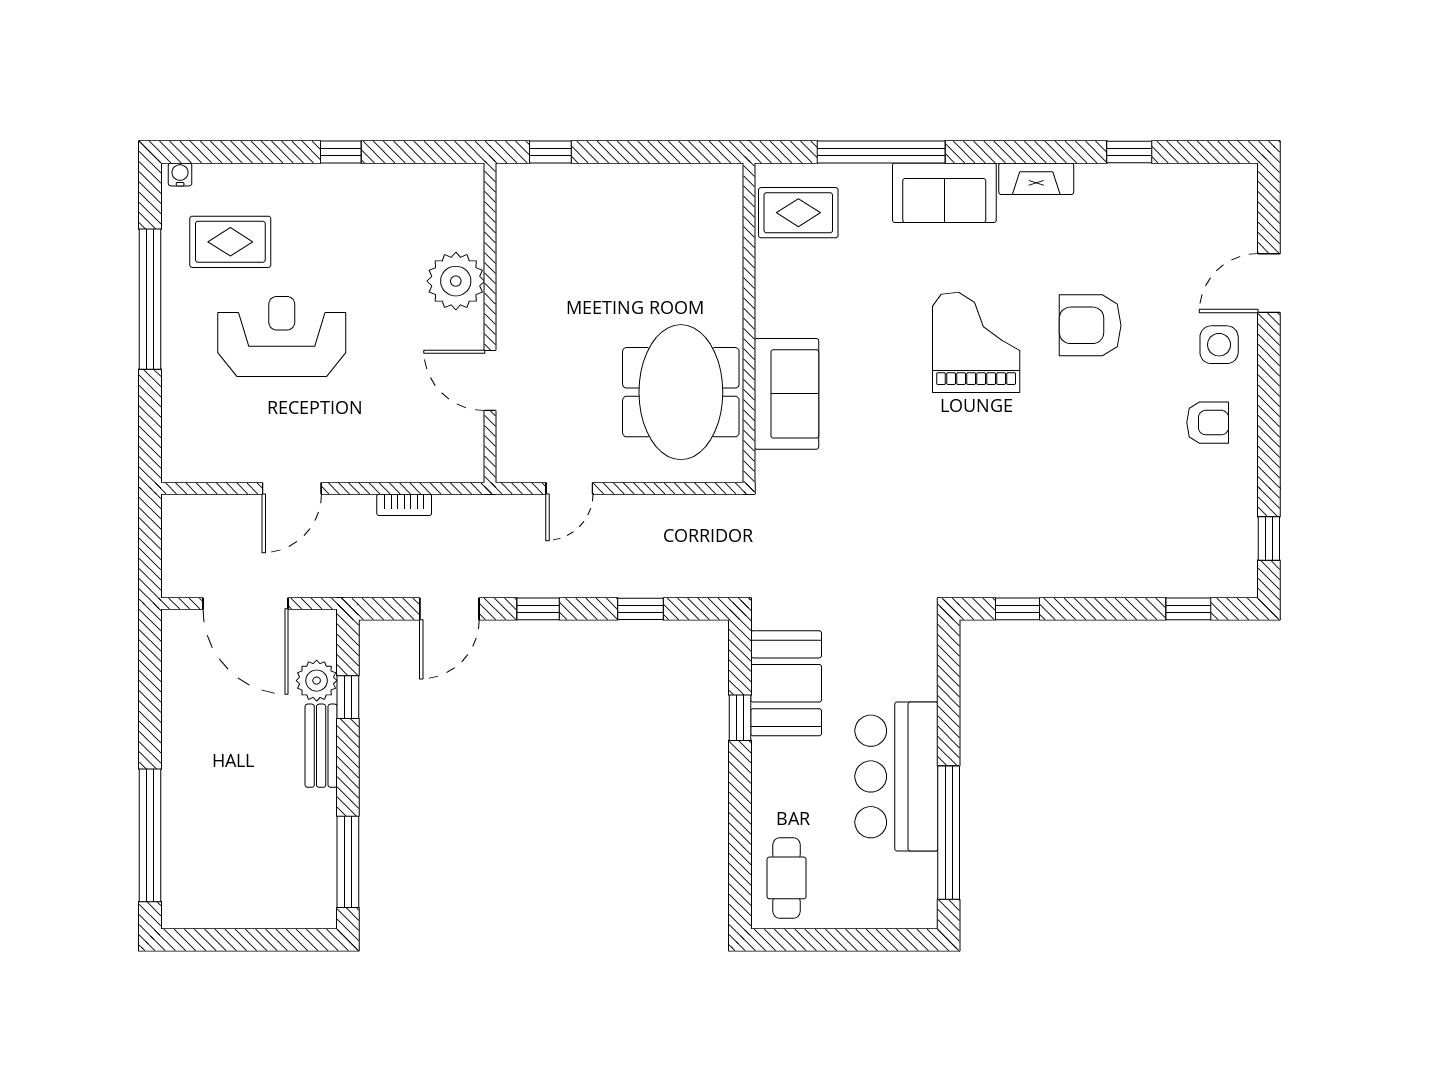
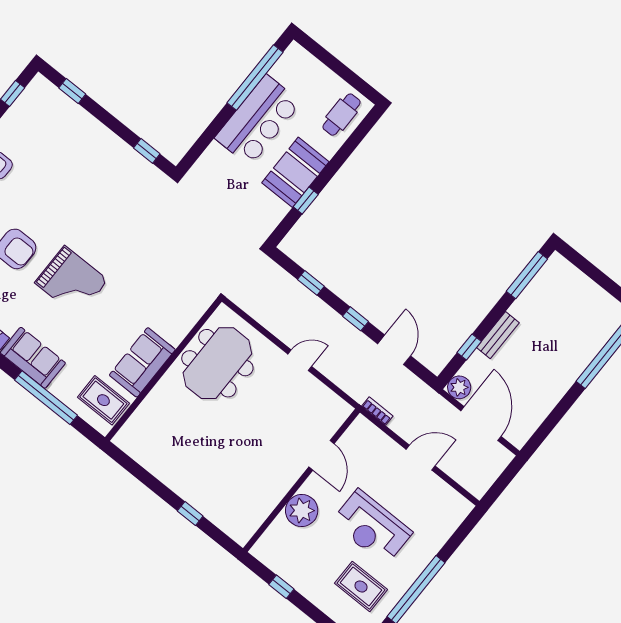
plant: (456, 281) -> (302, 511), moved
wall: (490, 323) -> (301, 480), moved
grand piano: (976, 342) -> (71, 281), turned -90
door: (490, 380) -> (321, 455), moved
sofa: (786, 394) -> (142, 362), moved
door: (449, 609) -> (394, 350), hinge flipped
plant: (317, 681) -> (459, 387), moved
booth: (786, 683) -> (295, 172), moved

